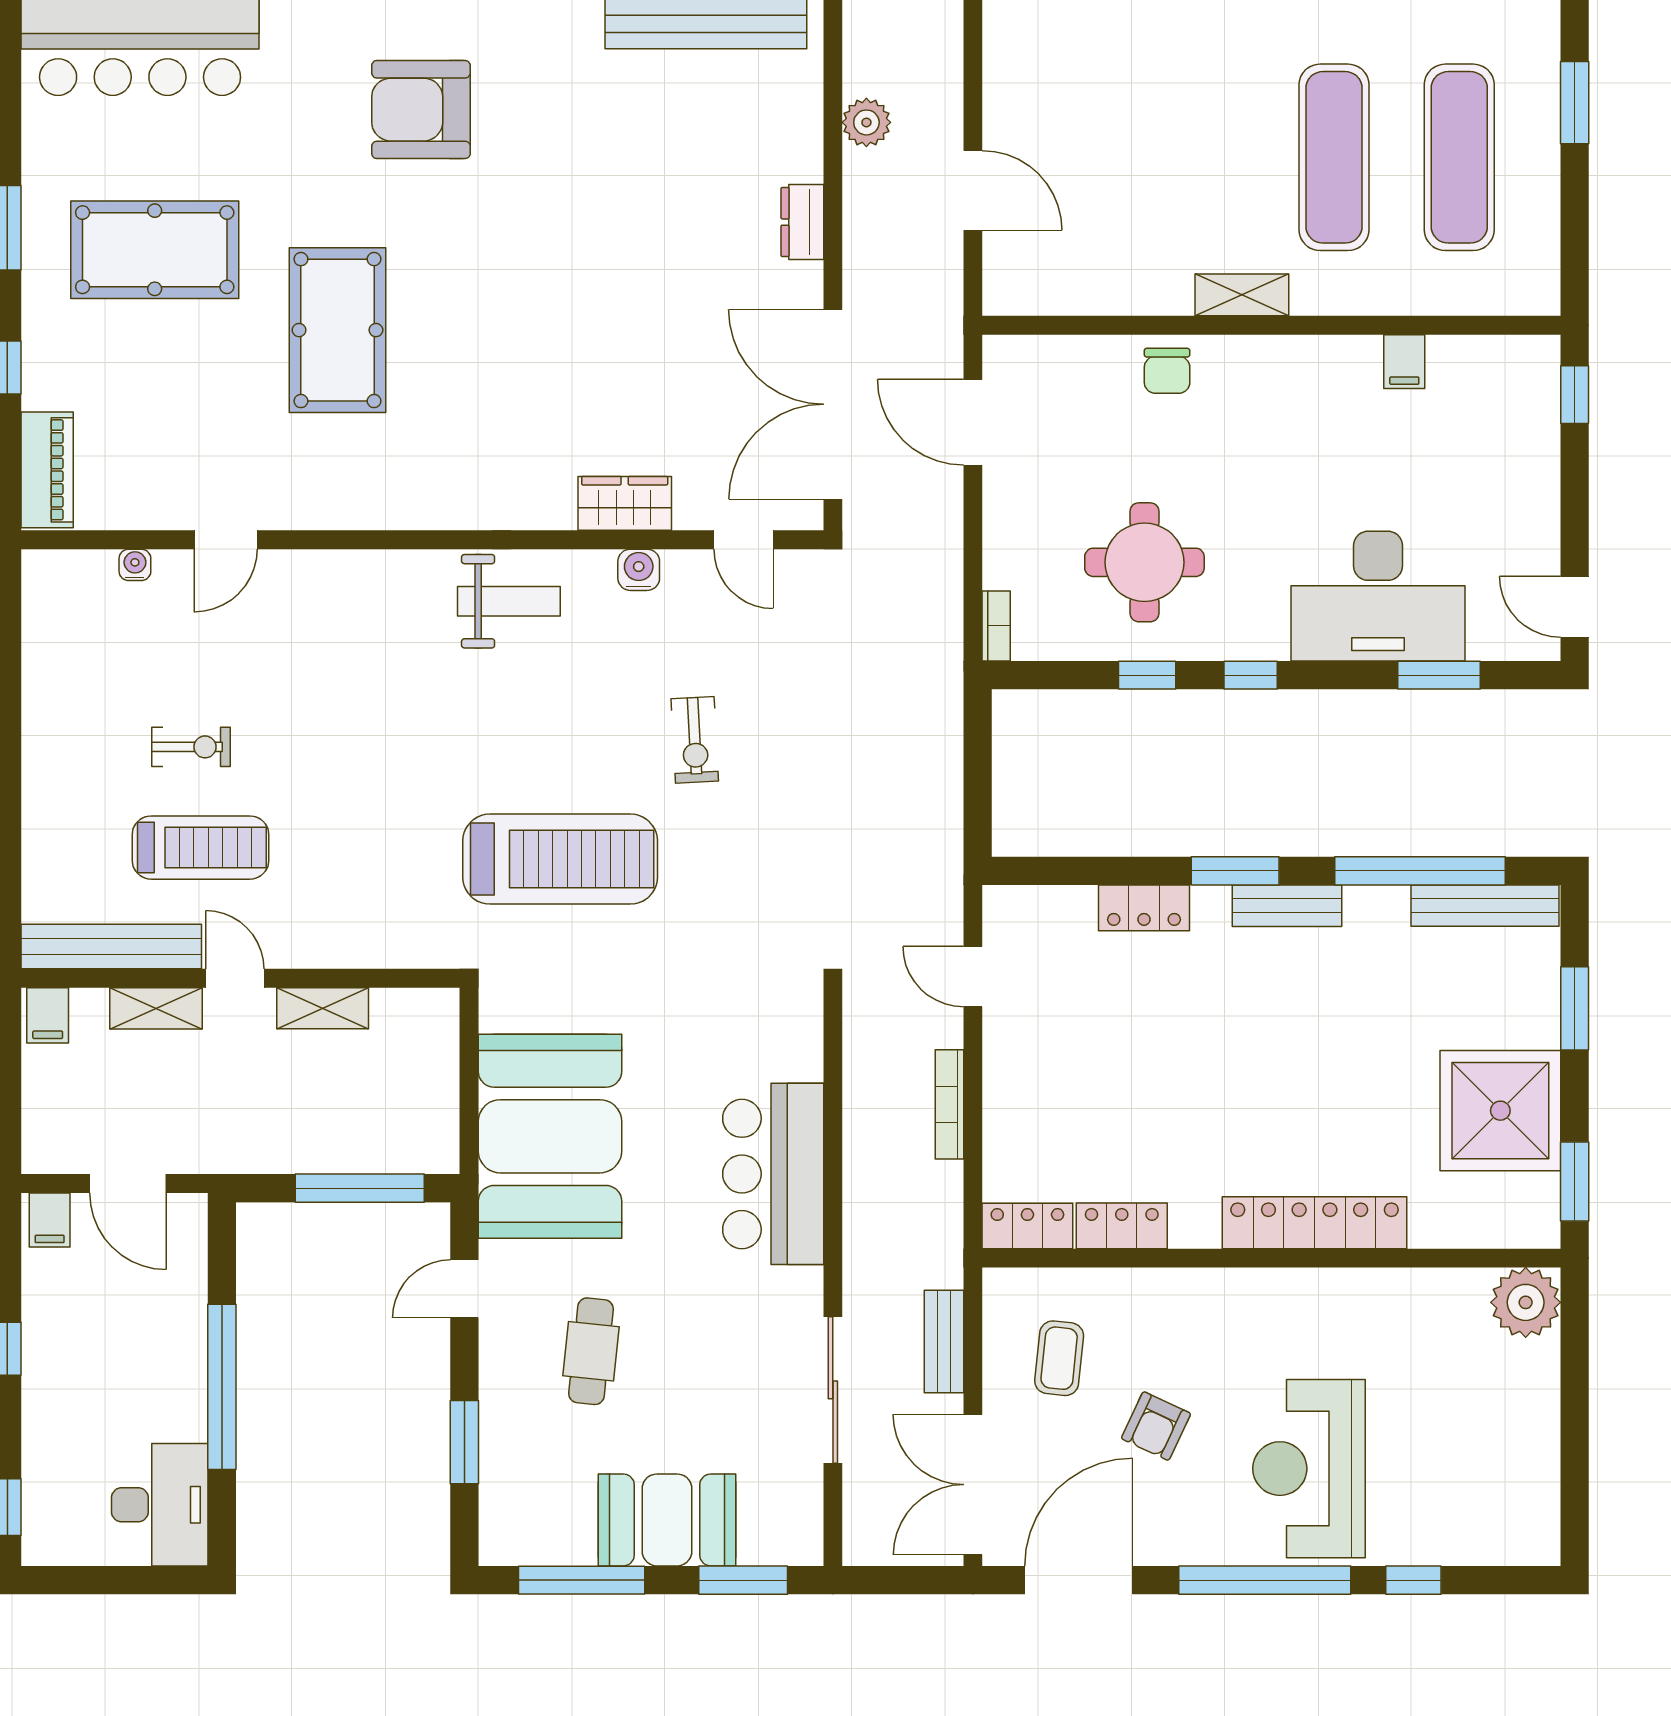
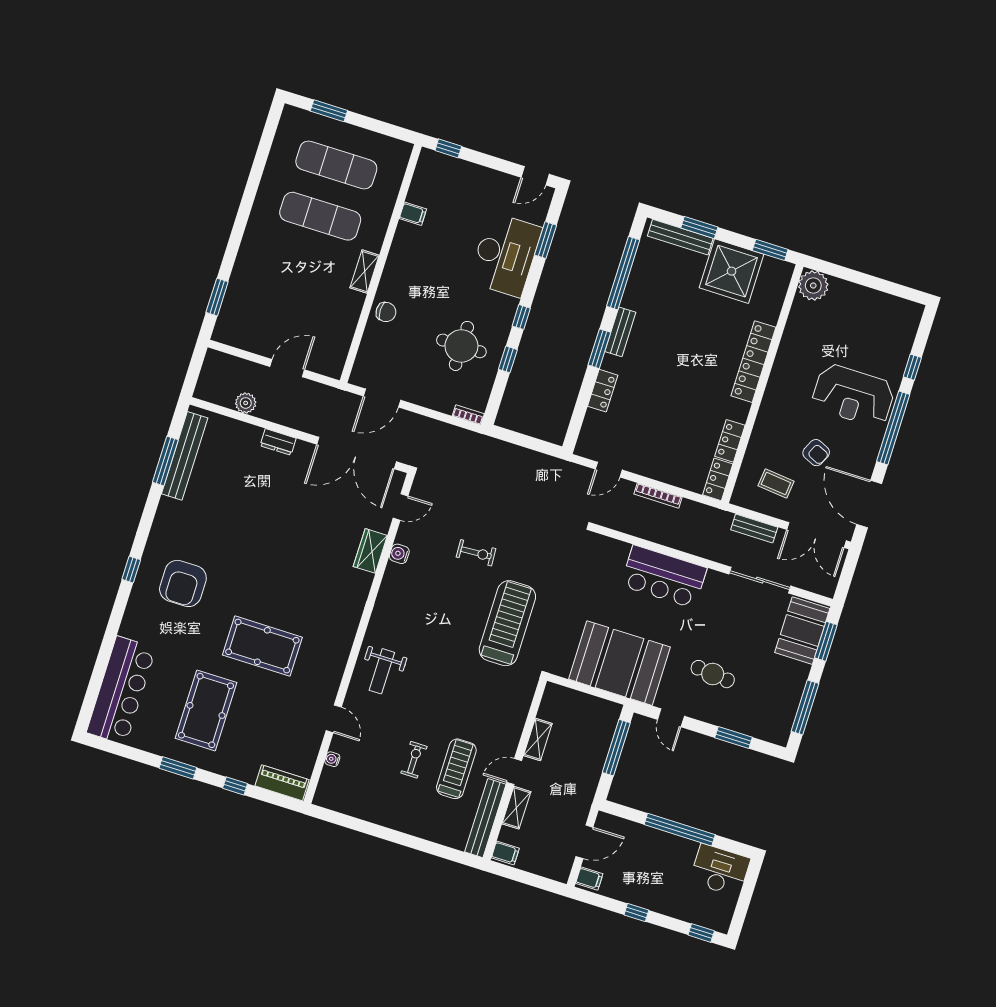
weight bench: (509, 601) -> (382, 671), moved, turned 180
bench: (1485, 906) -> (680, 237), moved, turned 90
booth: (667, 1520) -> (802, 631), moved

